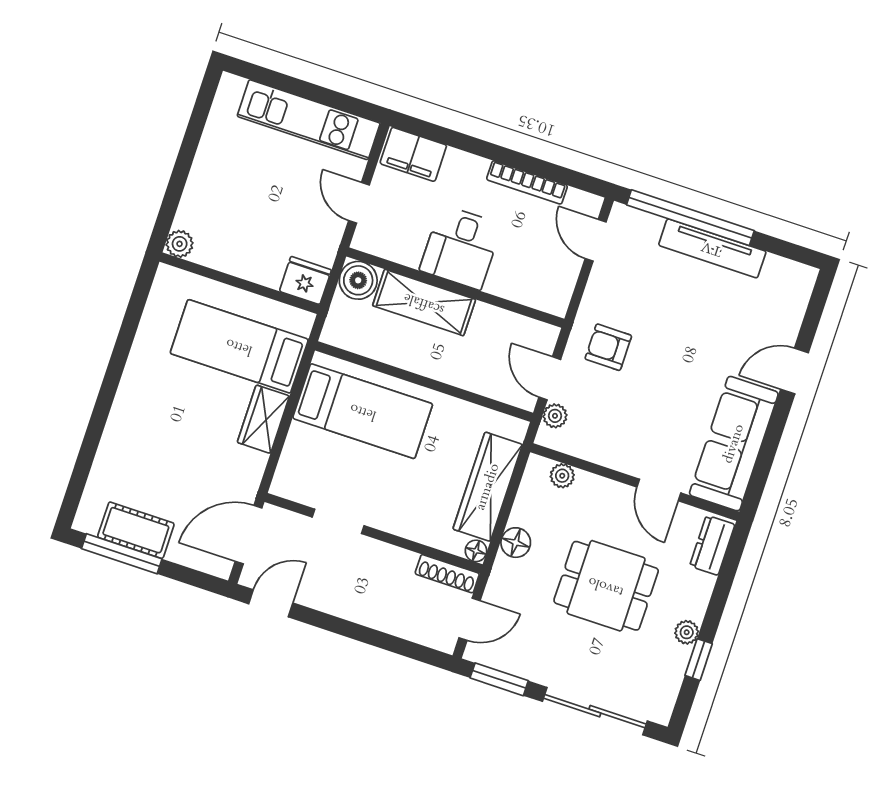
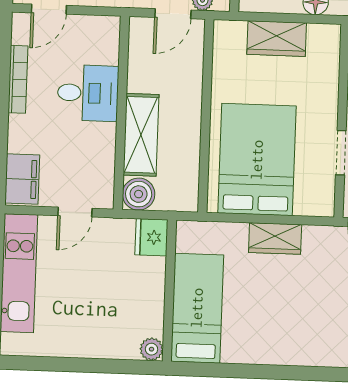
desk: (461, 247) -> (88, 93), moved
bed: (239, 346) -> (197, 308), moved, turned 180
bed: (363, 411) -> (257, 160), width x1.50
wardrobe: (488, 487) -> (277, 39), width x0.67
floor lamp: (476, 551) -> (332, 33), removed

